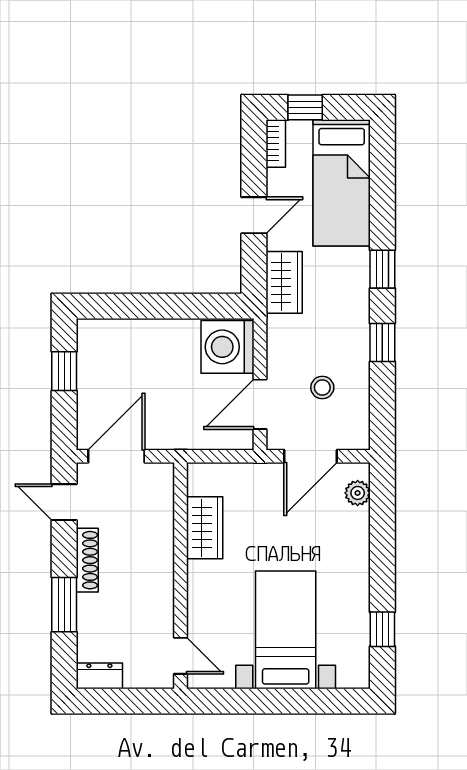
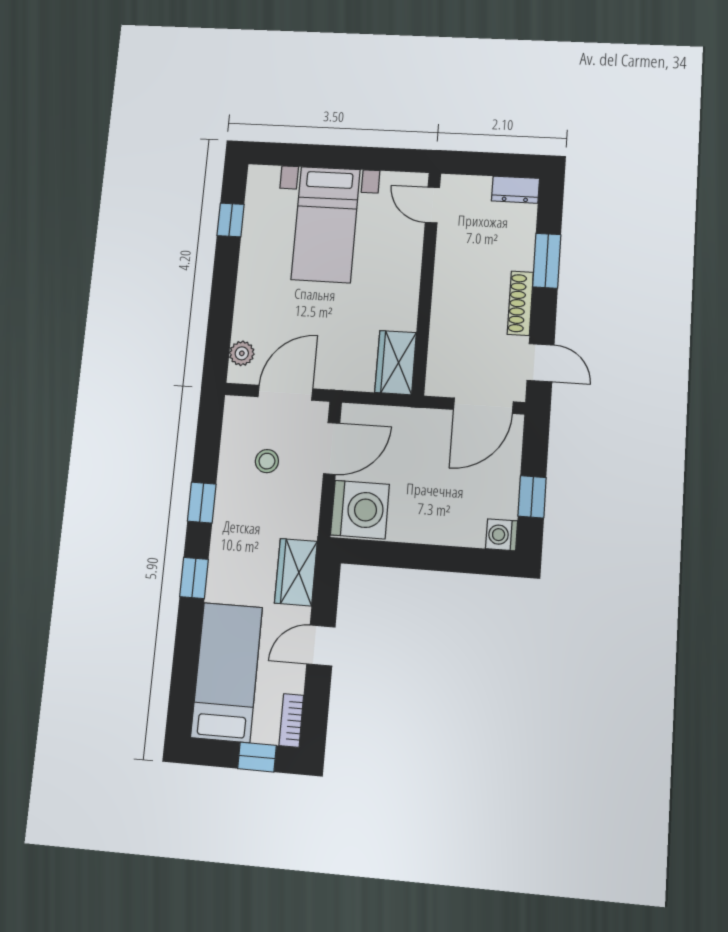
washing machine: (91, 333) -> (502, 535), added
wardrobe: (205, 528) -> (396, 363), moved

